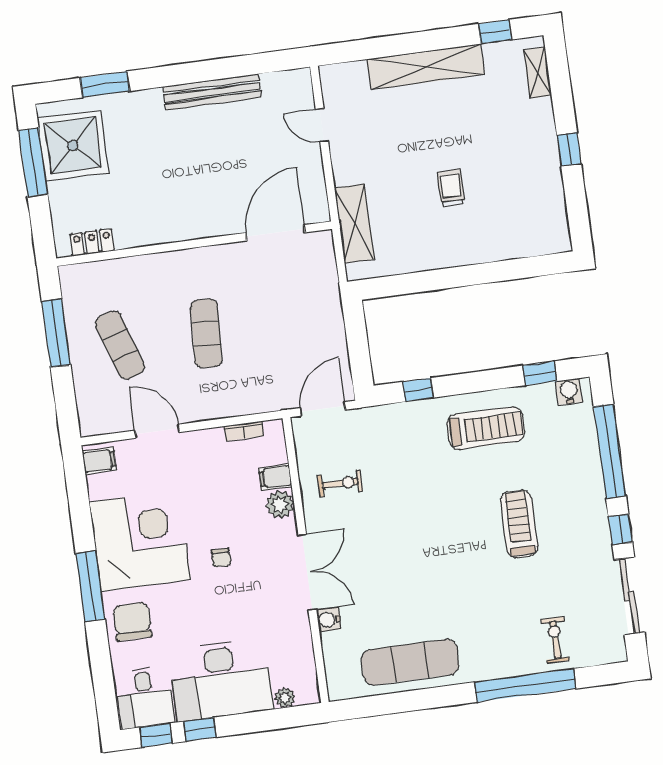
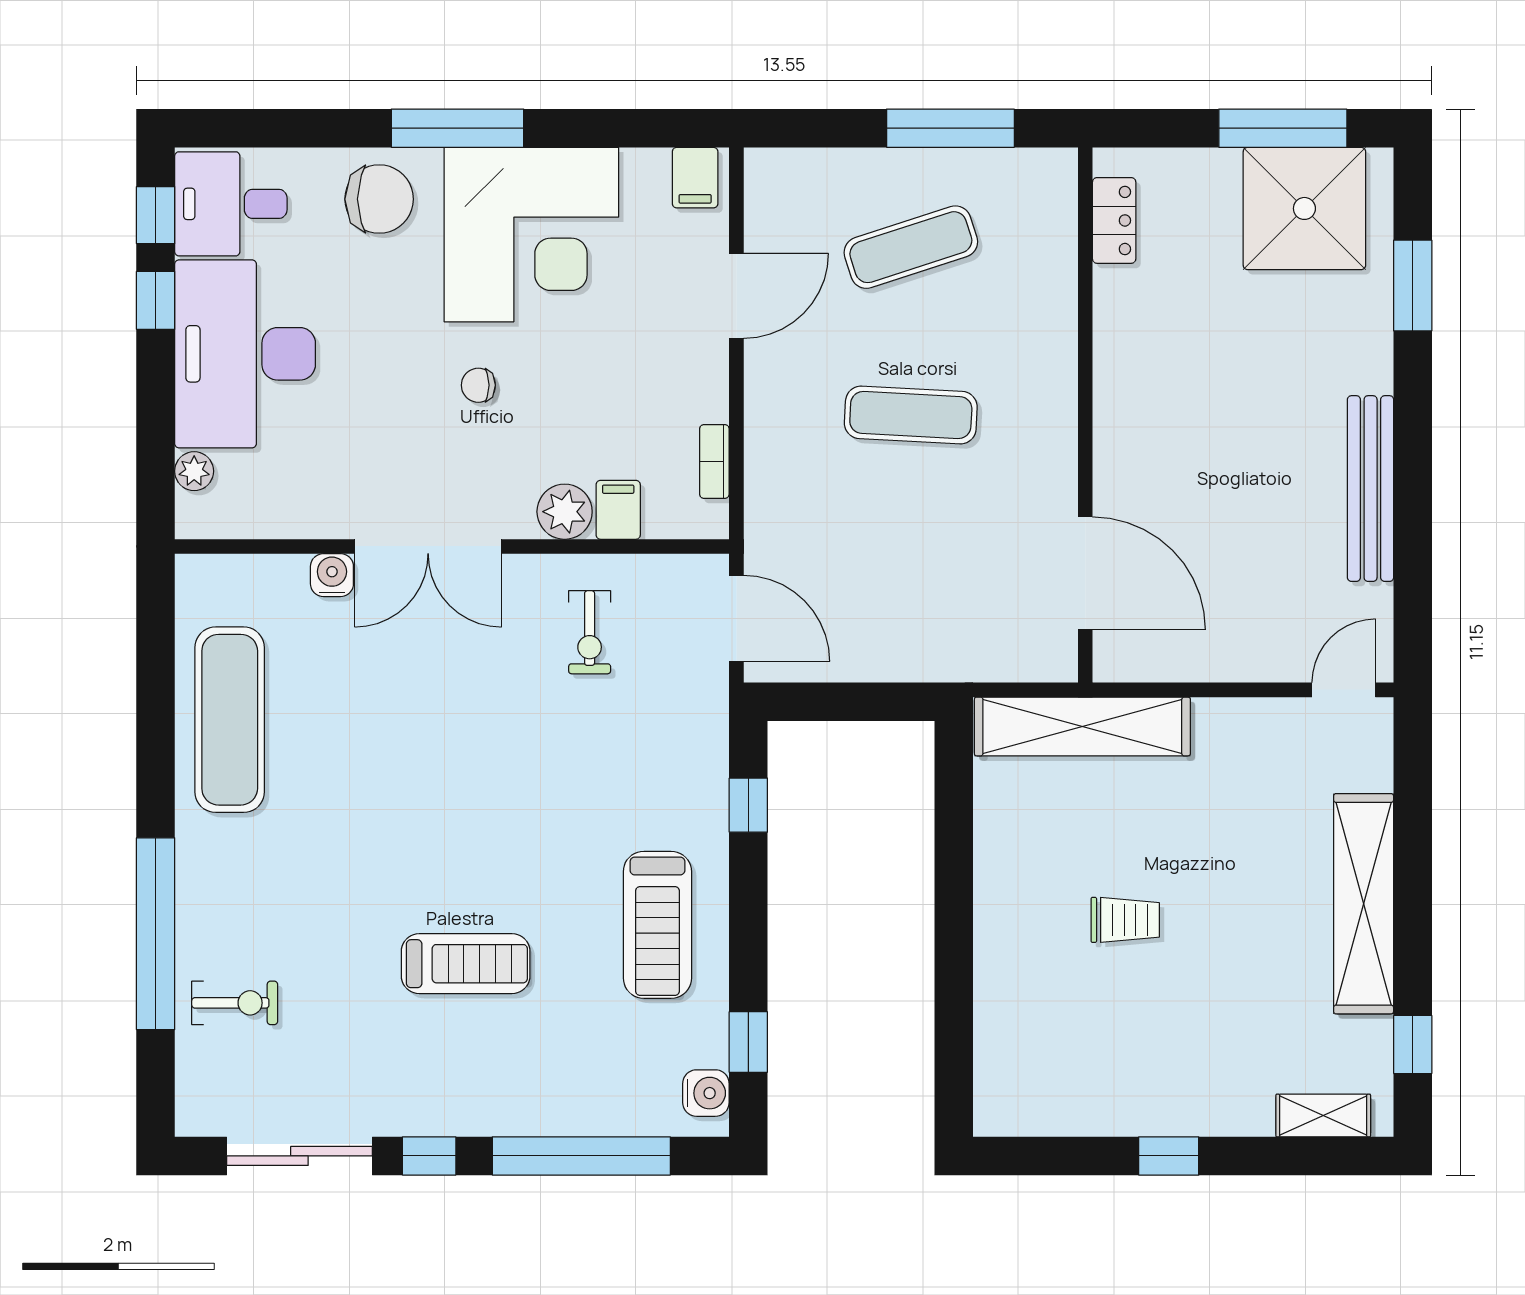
door: (322, 125) -> (1344, 690), moved
shelving: (354, 224) -> (1082, 727), width x1.47

